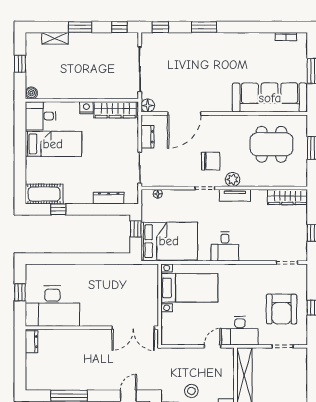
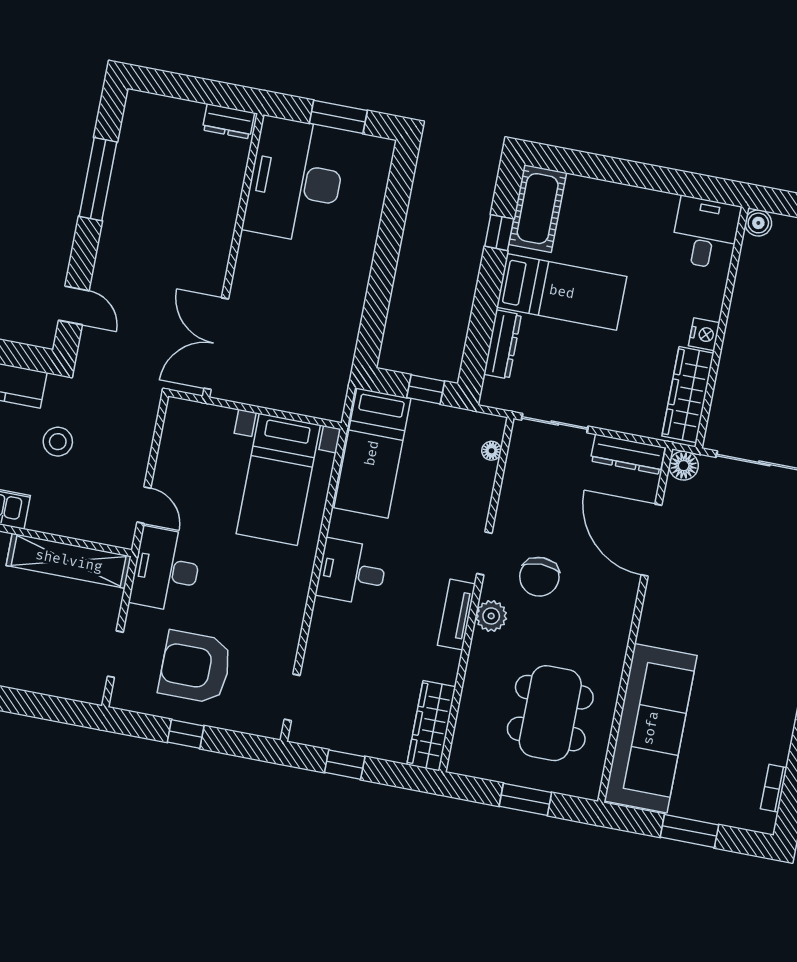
dresser: (147, 137) -> (628, 454), width x1.44
bed: (53, 144) -> (562, 292), moved, turned -90
bed: (169, 241) -> (372, 453), width x0.67
window: (20, 292) -> (338, 117), width x1.50

